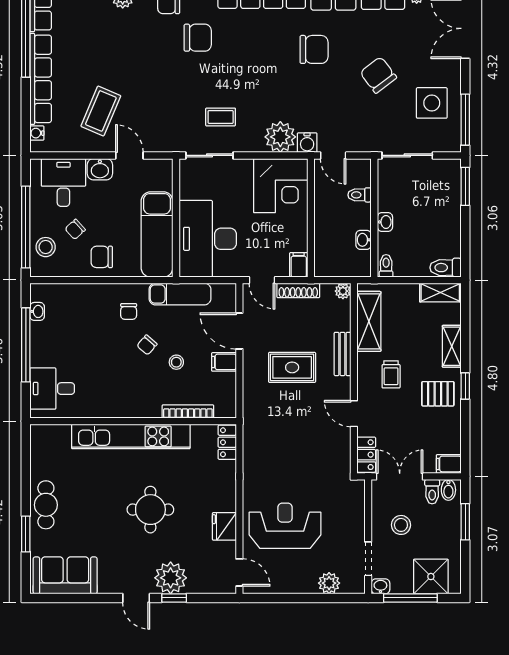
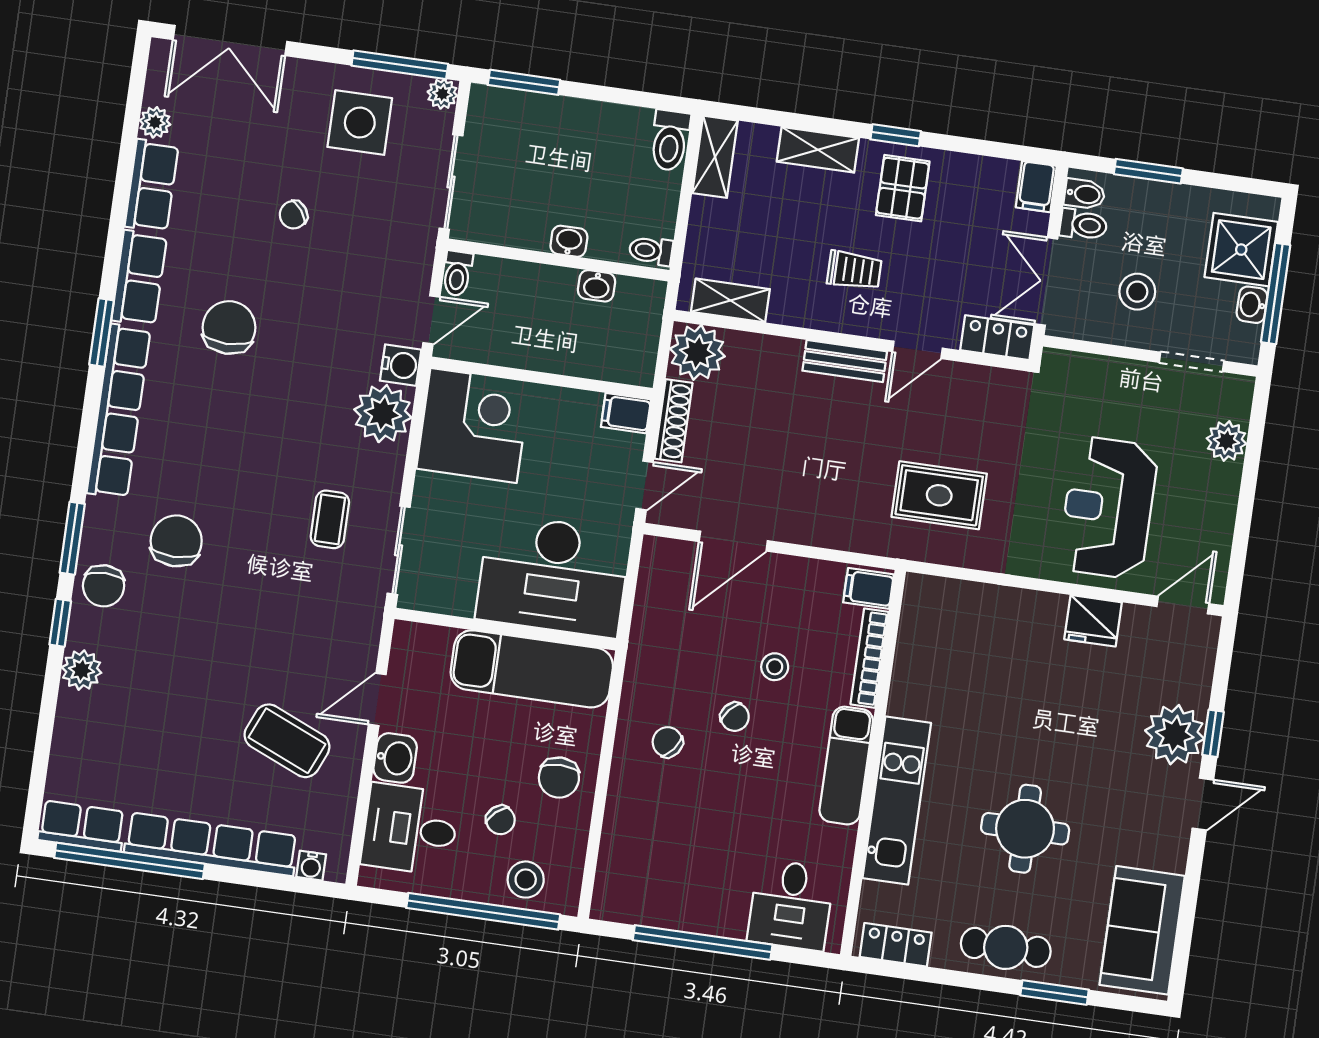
chair: (378, 75) -> (294, 215), width x0.54, depth x0.54
plant: (453, 144) -> (442, 94), added
toilet: (360, 195) -> (457, 273), moved
plant: (343, 291) -> (697, 352), width x1.87, depth x1.87
exam couch: (180, 294) -> (846, 766), moved, turned 180
washbasin: (37, 311) -> (643, 912), removed
chair: (129, 311) -> (668, 742), turned -142
shelving: (369, 321) -> (730, 300), width x0.67, depth x0.75
bench: (342, 354) -> (845, 361), moved
filing cabinet: (224, 362) -> (869, 588), moved, turned 90
rug: (292, 367) -> (939, 495), moved, turned 90
kitchen unit: (131, 436) -> (897, 801), width x0.73
locker: (227, 442) -> (896, 945), moved, turned 180
round table: (150, 510) -> (1025, 829), moved
washbasin: (380, 586) -> (1252, 305), moved

